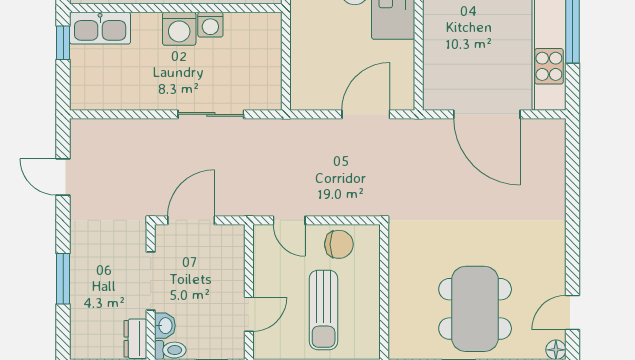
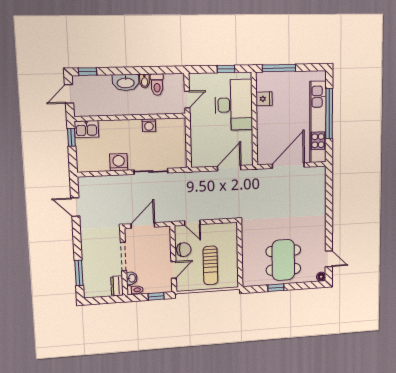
kitchen sink: (100, 28) -> (86, 129), width x0.73
washing machine: (179, 29) -> (119, 162), moved, turned 180
door: (487, 114) -> (288, 166), swing flipped
chair: (339, 244) -> (184, 250), moved
window: (63, 279) -> (79, 273), moved
door: (572, 313) -> (329, 259), swing flipped

